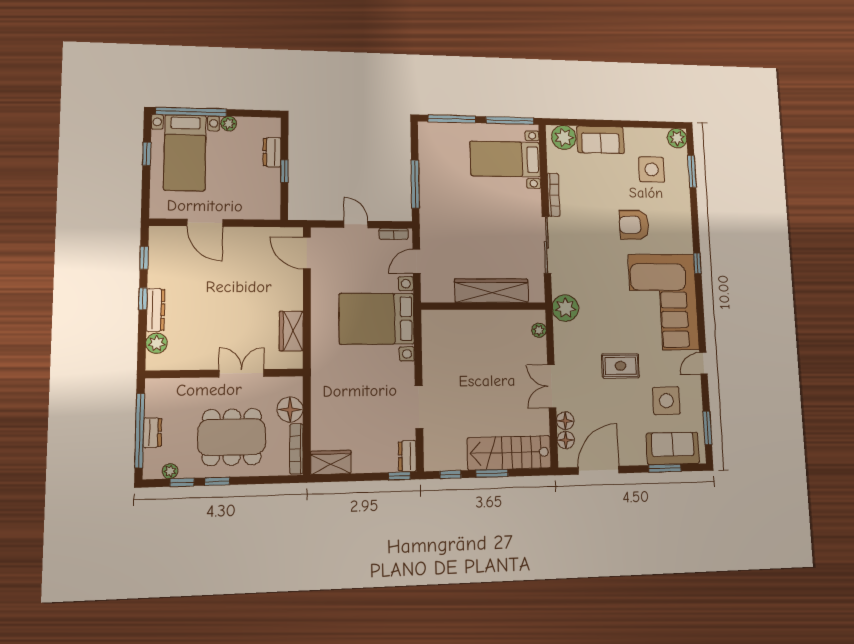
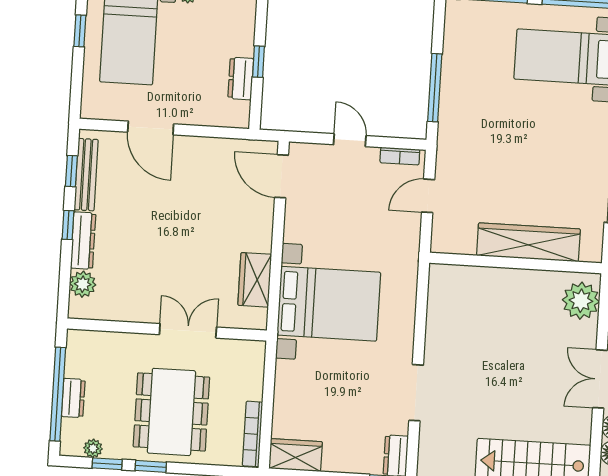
dresser: (272, 152) -> (241, 79), moved
bench: (156, 260) -> (86, 175), added
bed with nightstands: (377, 319) -> (329, 304), moved, turned 180
plant: (539, 330) -> (581, 301), width x1.88, depth x1.88
floor lamp: (290, 409) -> (247, 383), removed
dining table: (232, 437) -> (171, 412), turned 90

